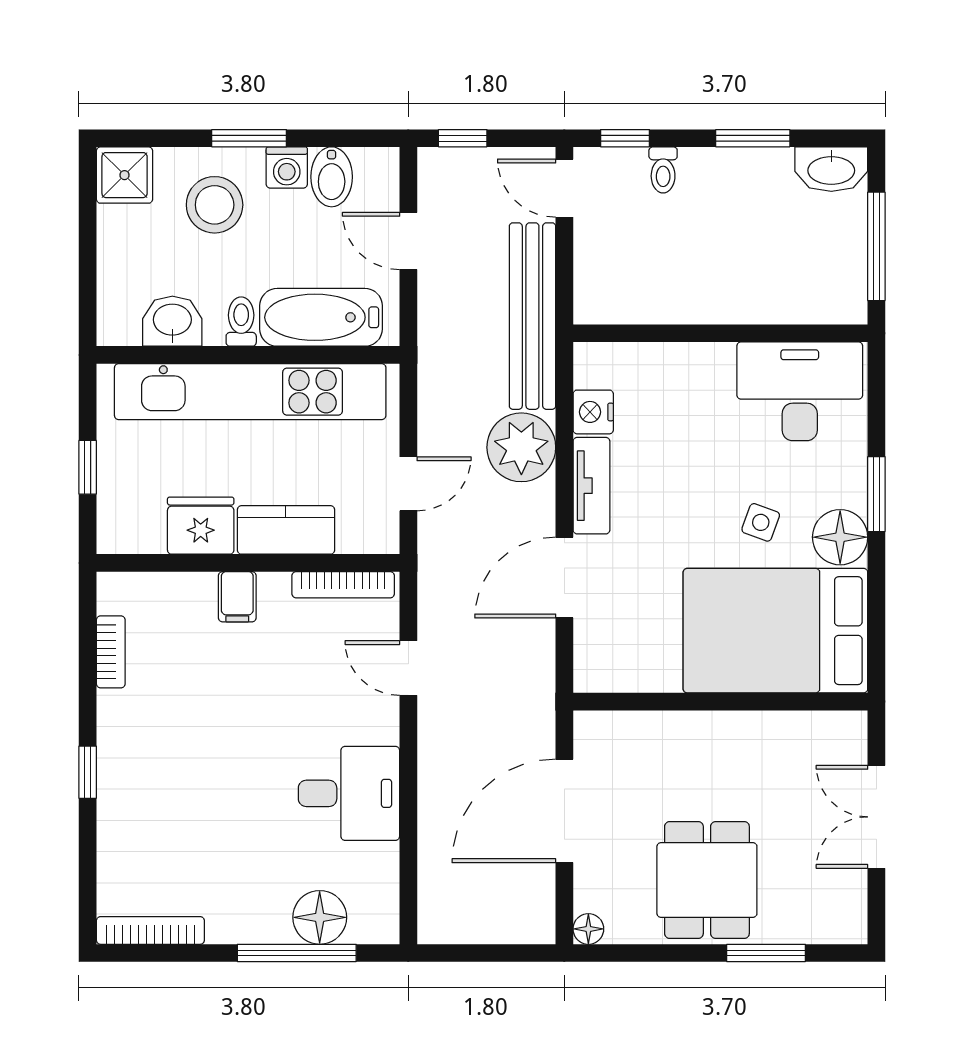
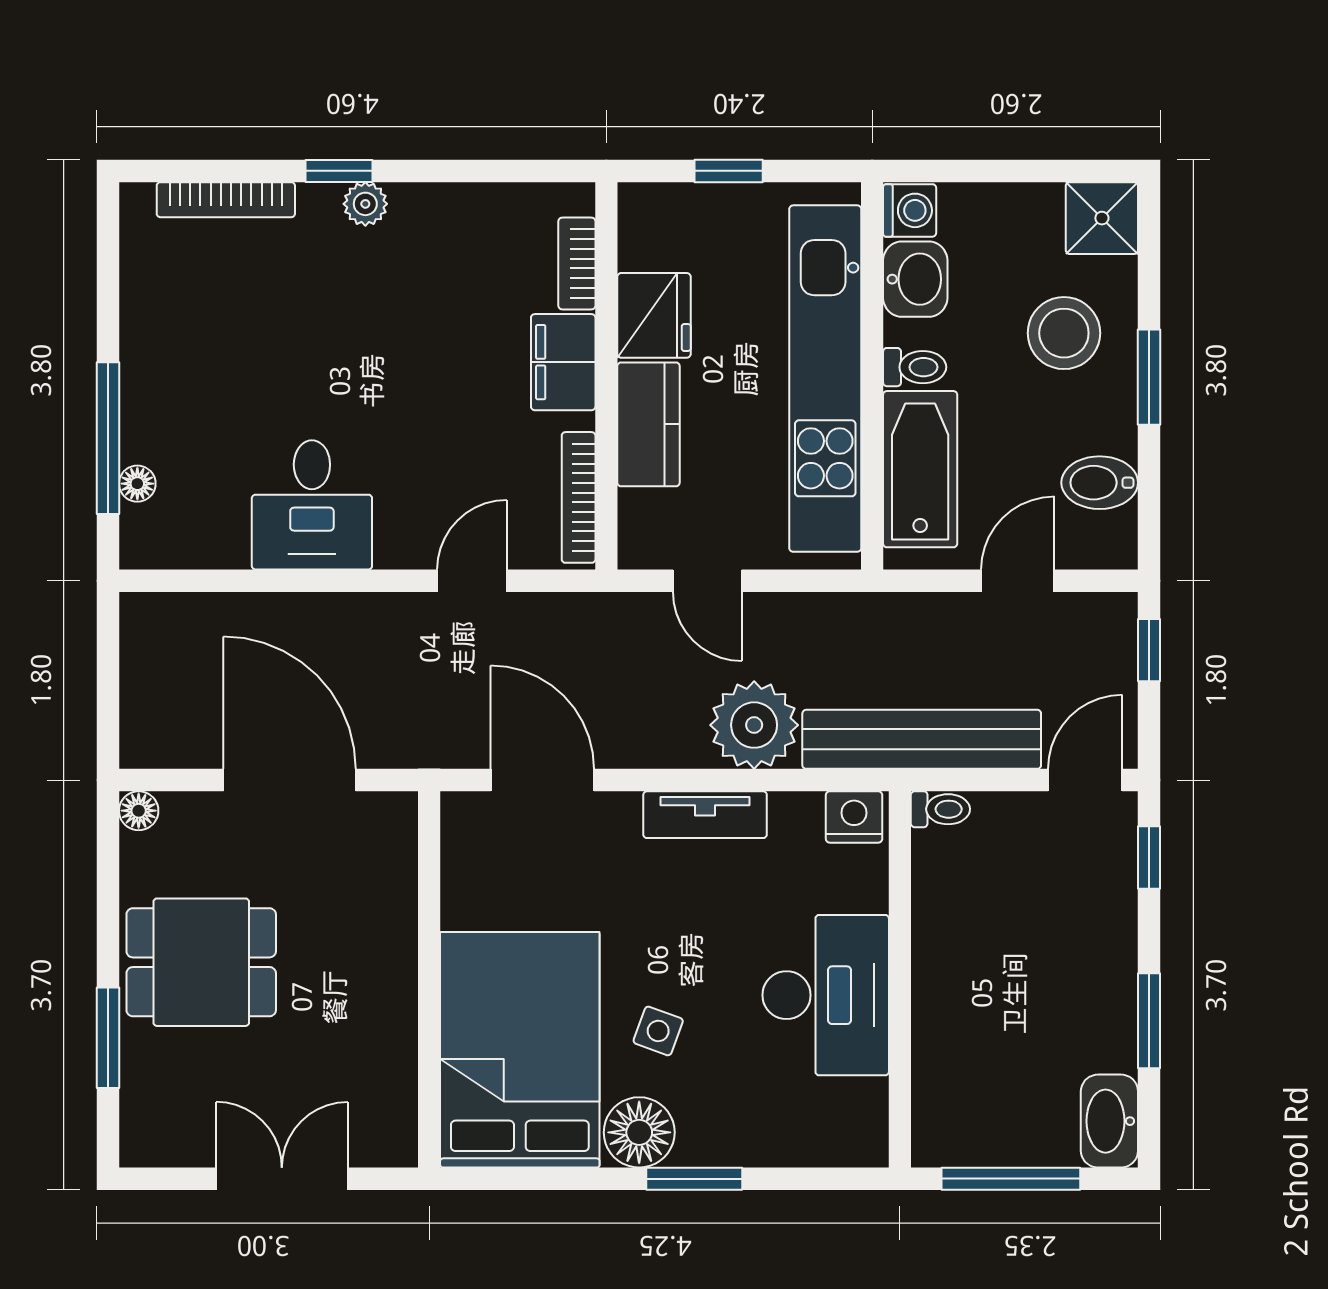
washing machine: (287, 168) -> (910, 210), moved, turned 180
toilet: (663, 170) -> (940, 809), moved, turned 180
desk: (800, 391) -> (826, 995), moved
nightstand: (593, 412) -> (854, 817), moved
door: (564, 578) -> (542, 780), moved
filing cabinet: (237, 597) -> (563, 362), width x2.00
bookcase: (111, 652) -> (577, 264), moved, turned 90
plant: (113, 752) -> (365, 204), added
floor lamp: (320, 917) -> (137, 484), width x0.53, depth x0.53
bookcase: (150, 930) -> (226, 200), moved, turned 90

